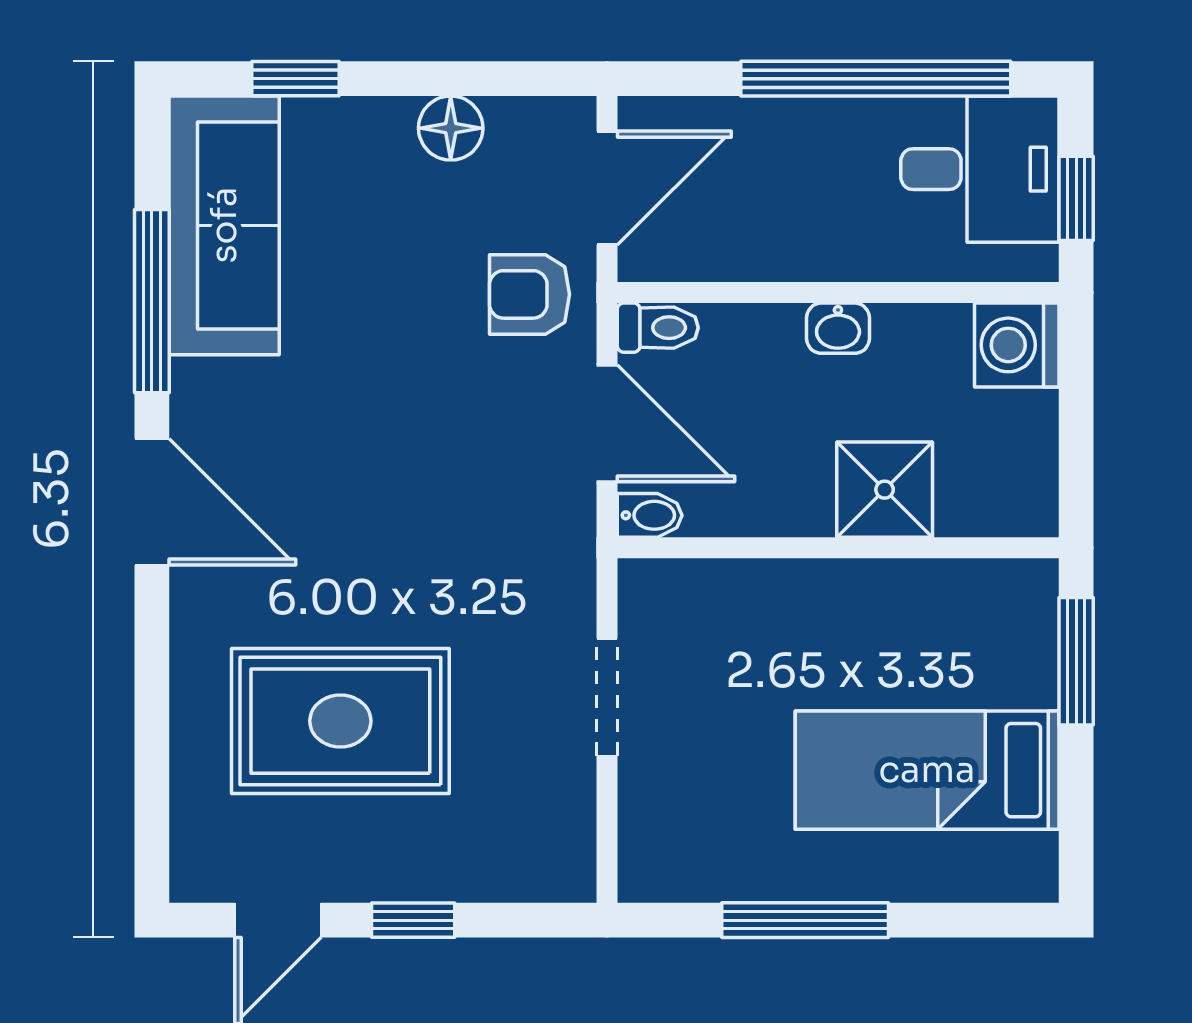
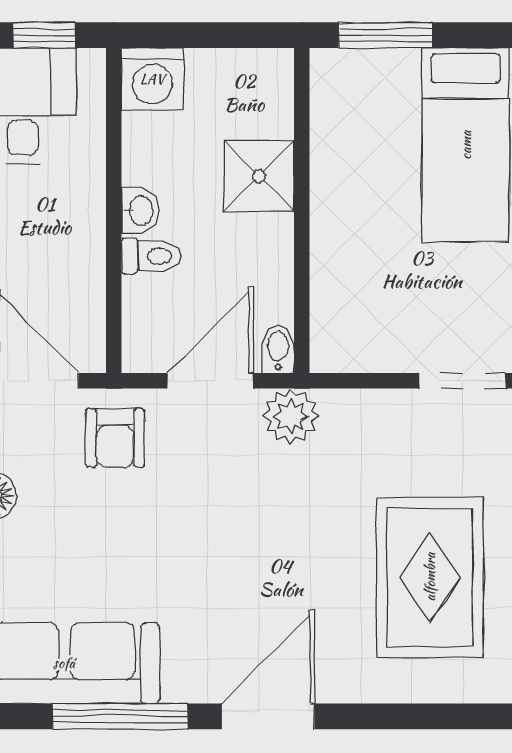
toilet: (658, 328) -> (151, 256), moved, turned 90
plant: (559, 533) -> (291, 416), added
doorway: (607, 697) -> (462, 381), moved

